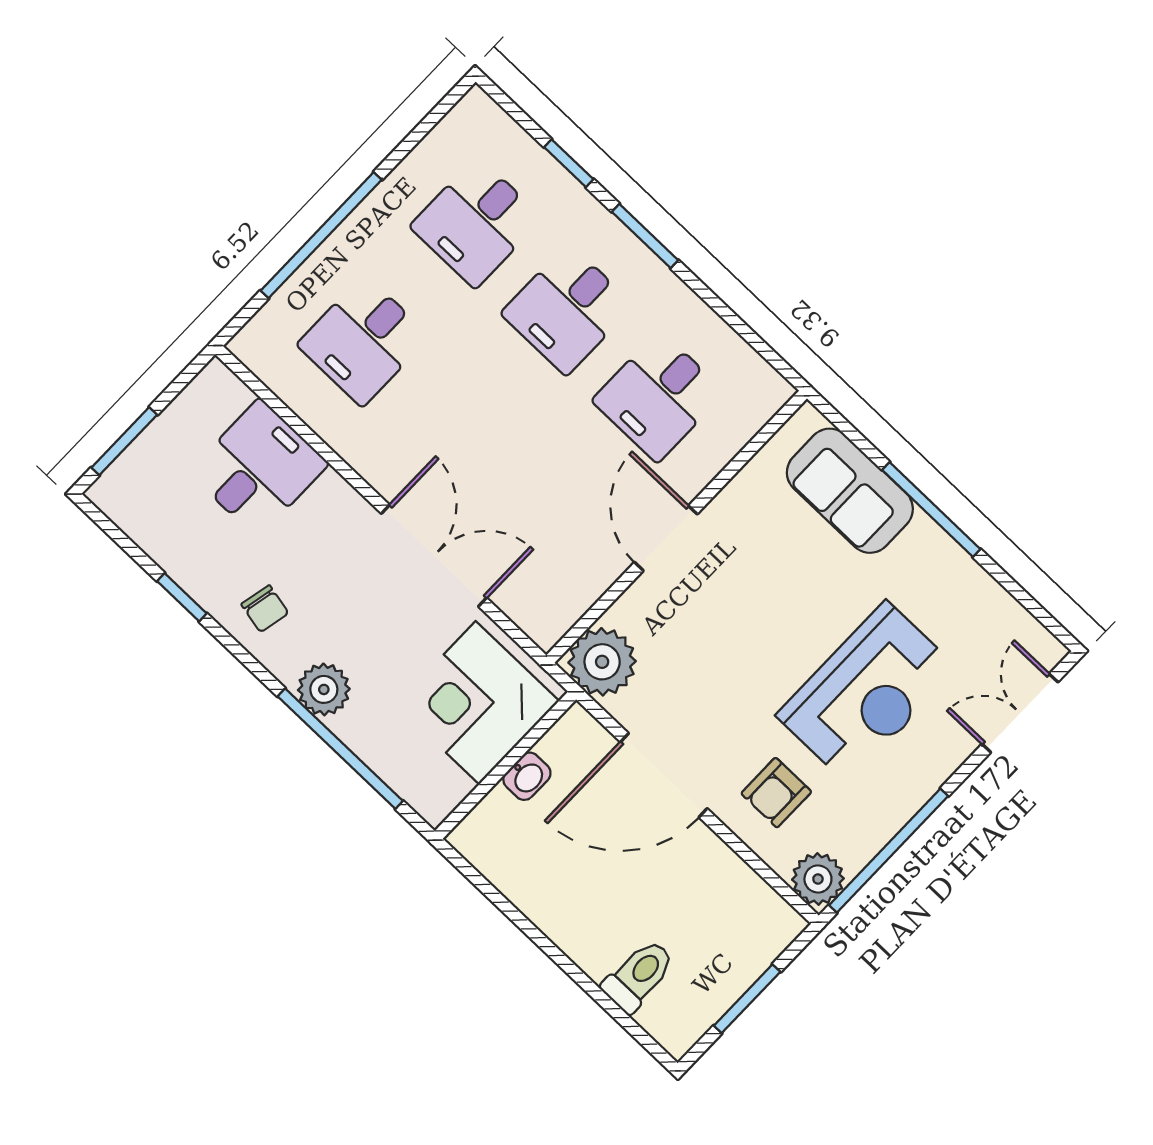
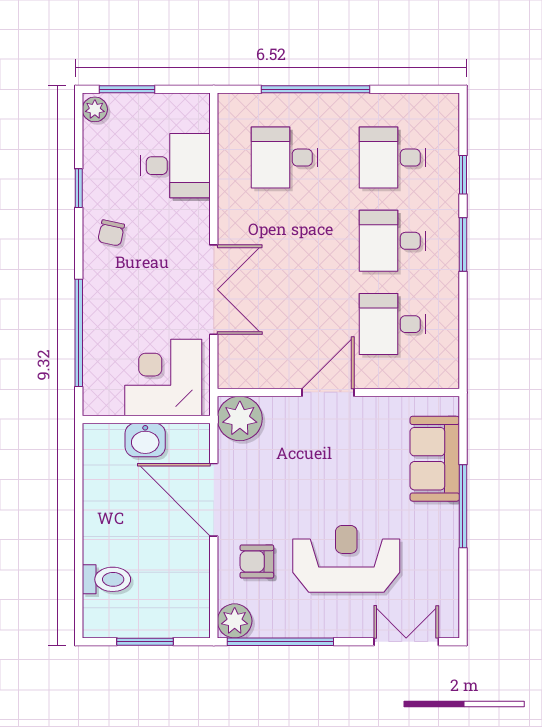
plant: (324, 689) -> (95, 109), moved, width x0.73, depth x0.73
reception desk: (867, 692) -> (346, 559), turned 180
washbasin: (527, 776) -> (145, 440), width x1.38, depth x1.45

